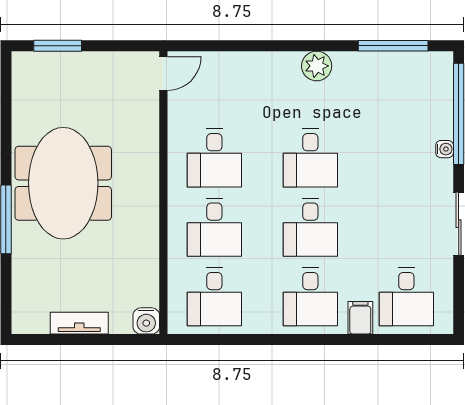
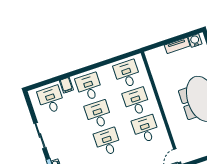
water cooler: (146, 321) -> (195, 40), moved

